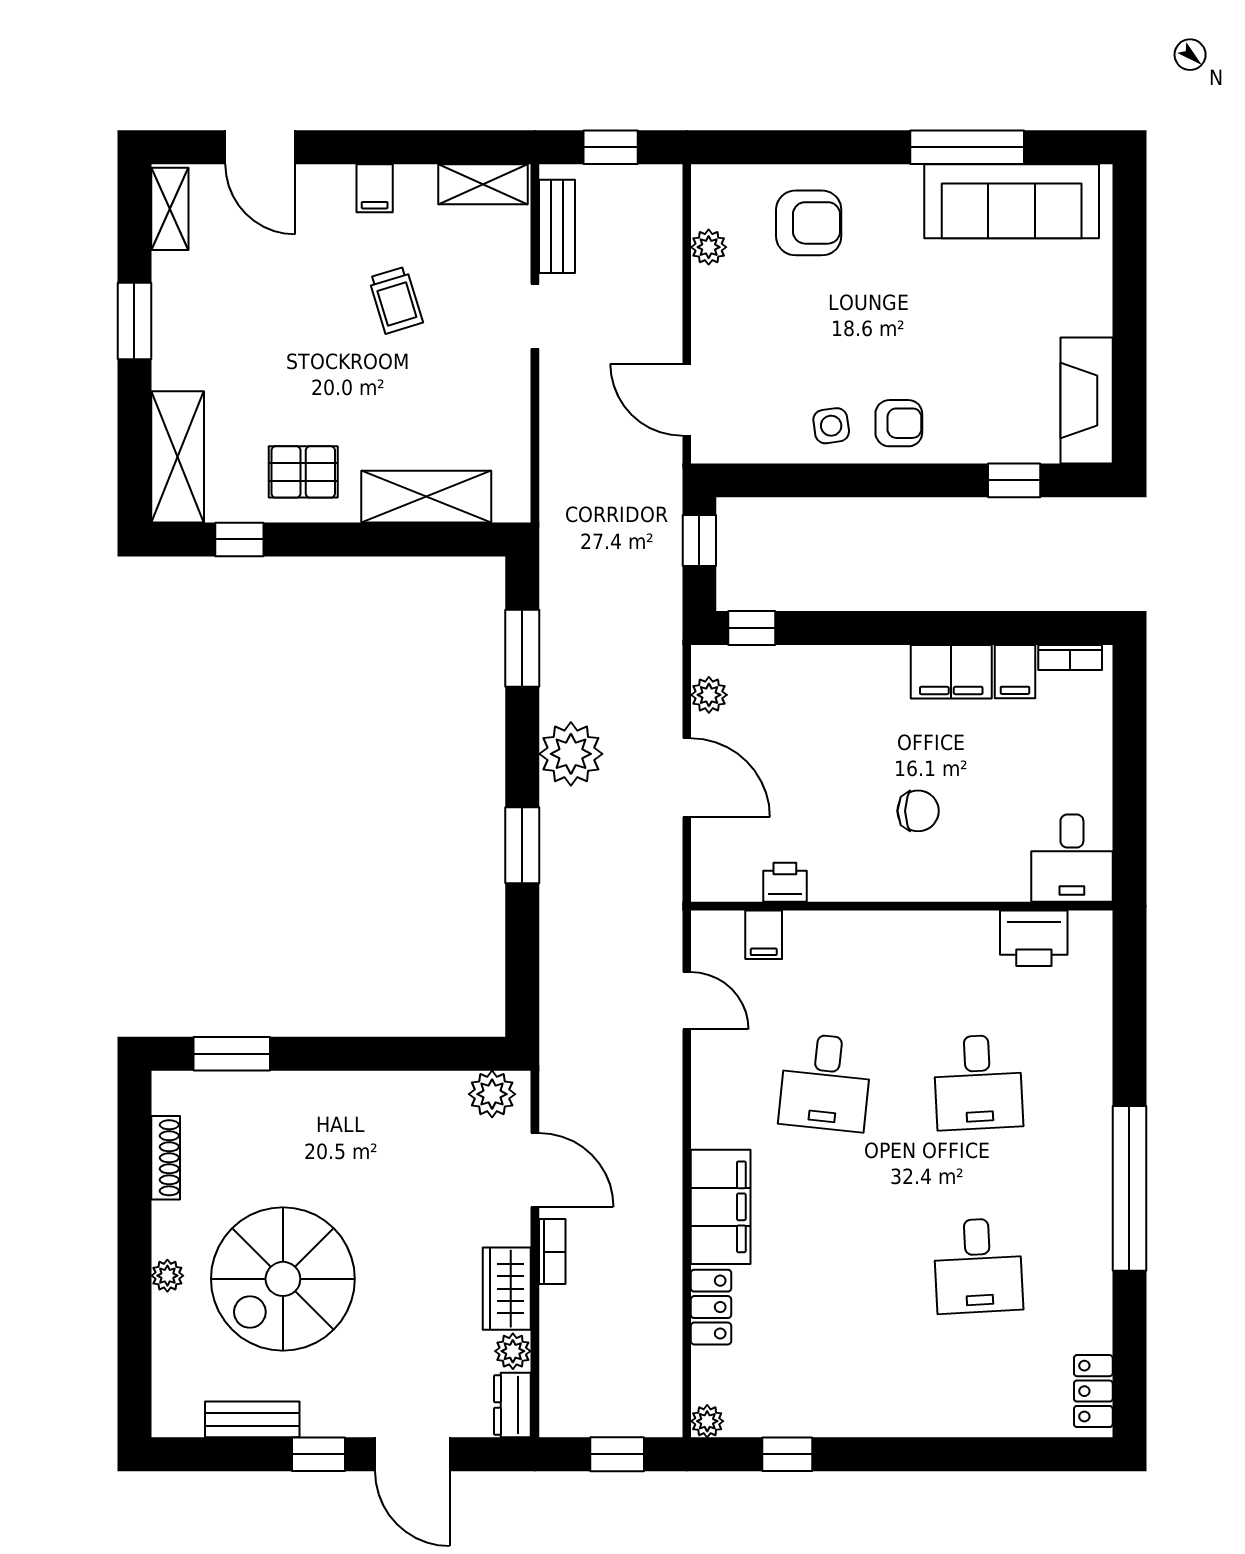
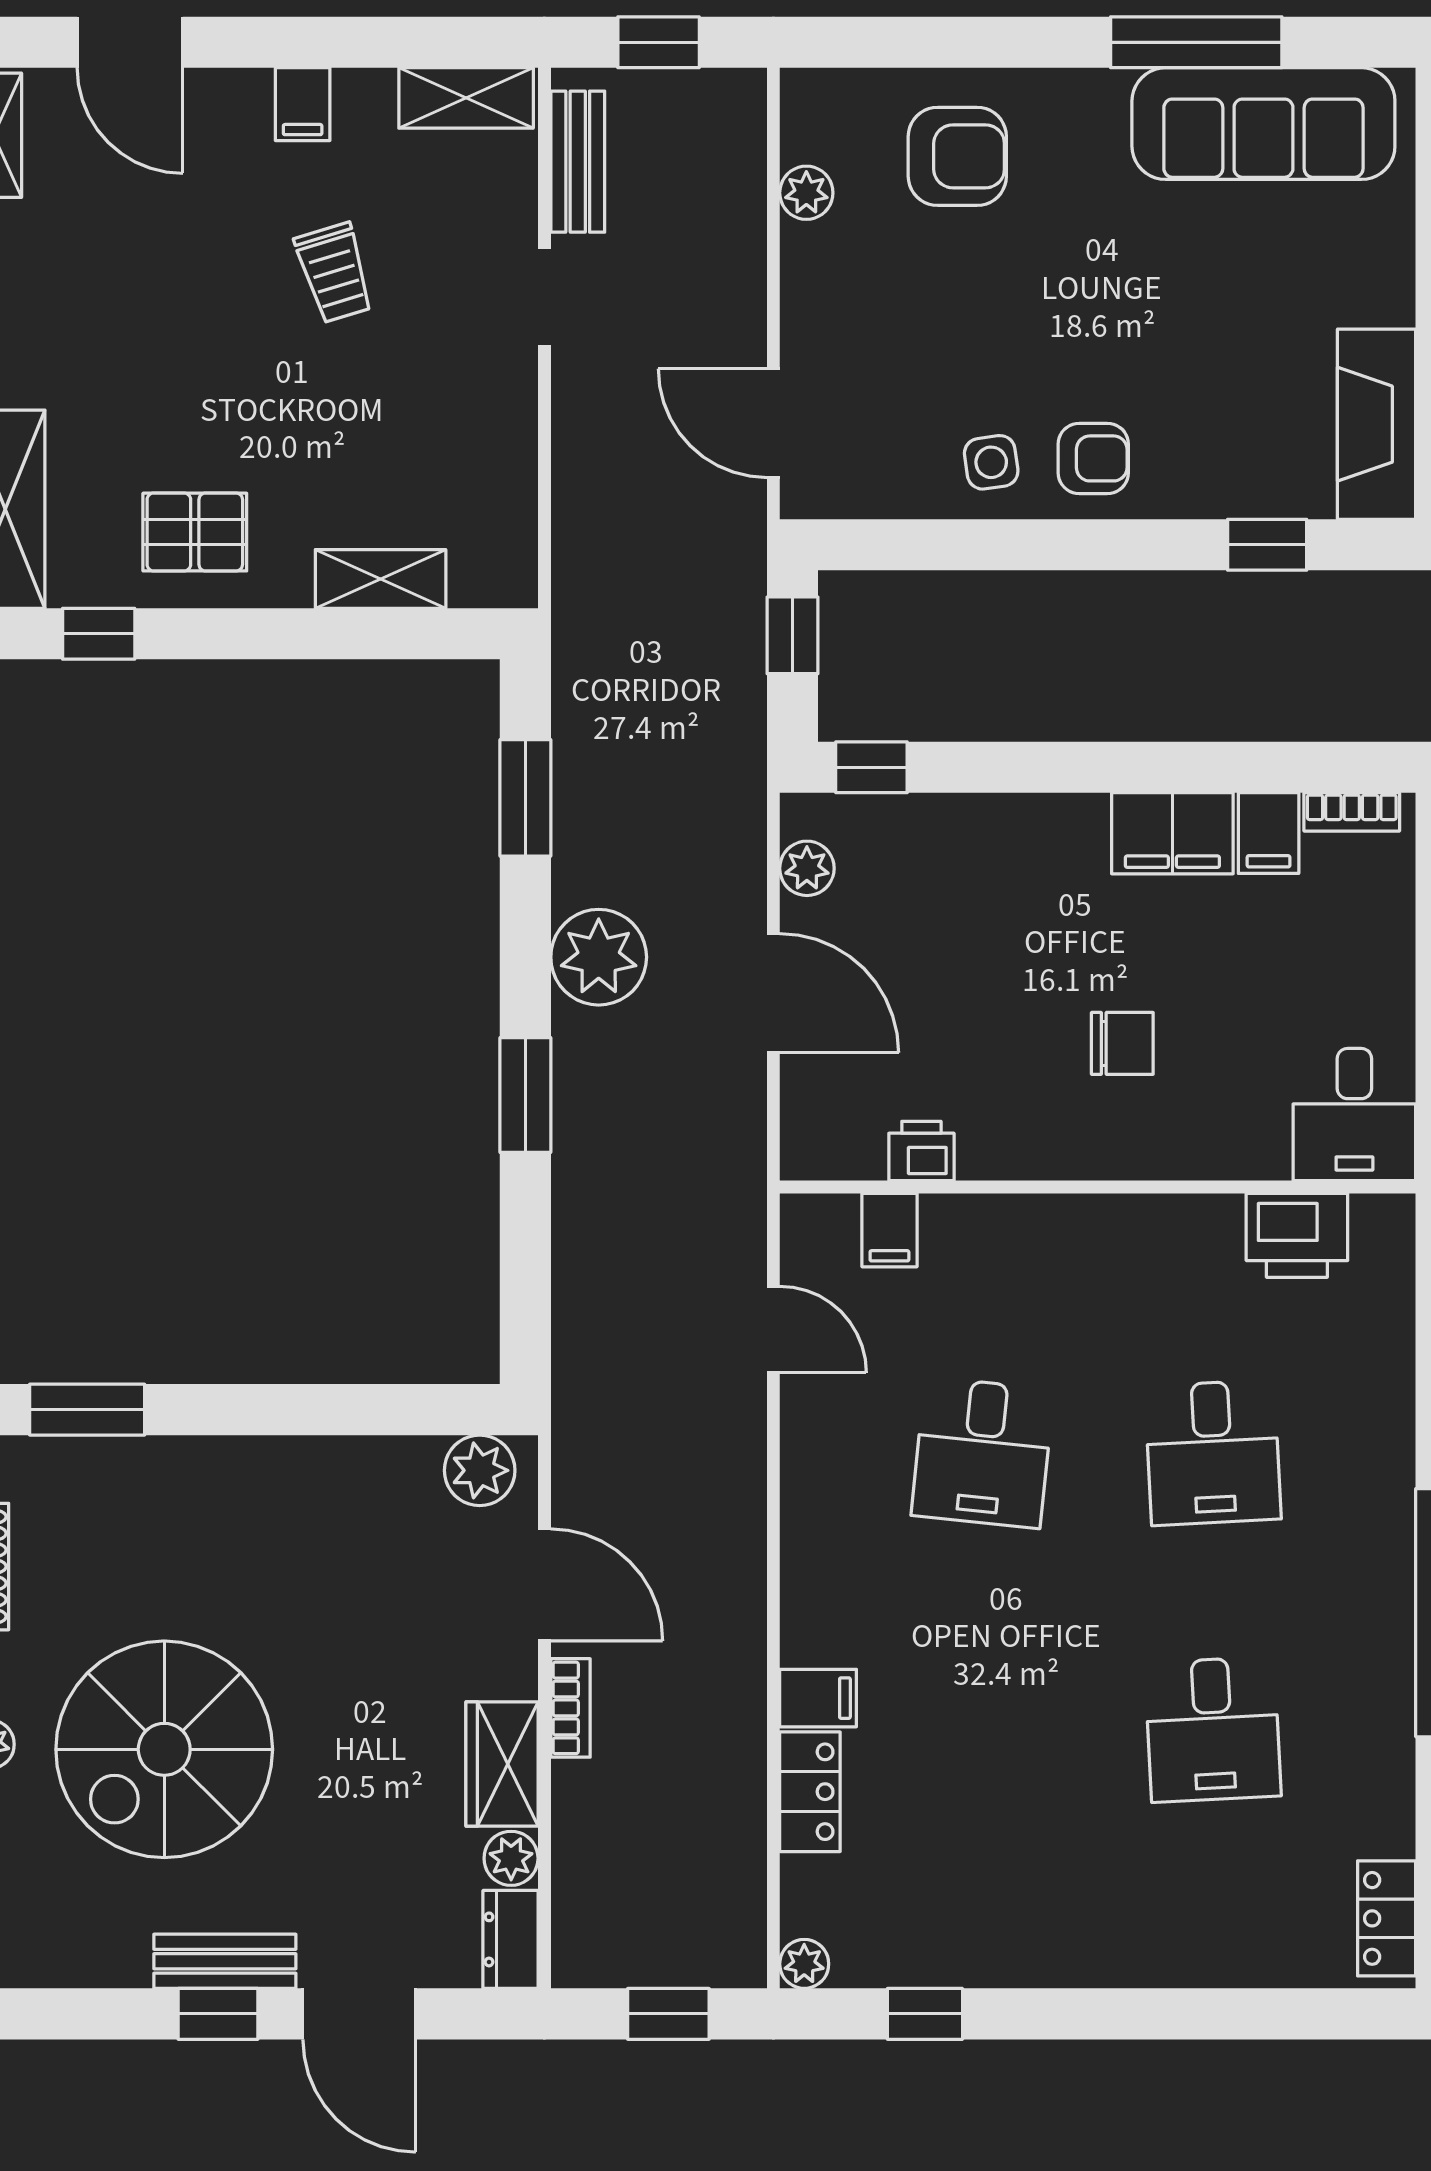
shelving: (426, 497) -> (381, 579), width x0.67, depth x0.75
filing cabinet: (721, 1207) -> (818, 1698), width x0.33, depth x0.86
bench: (252, 1419) -> (225, 1961), moved

